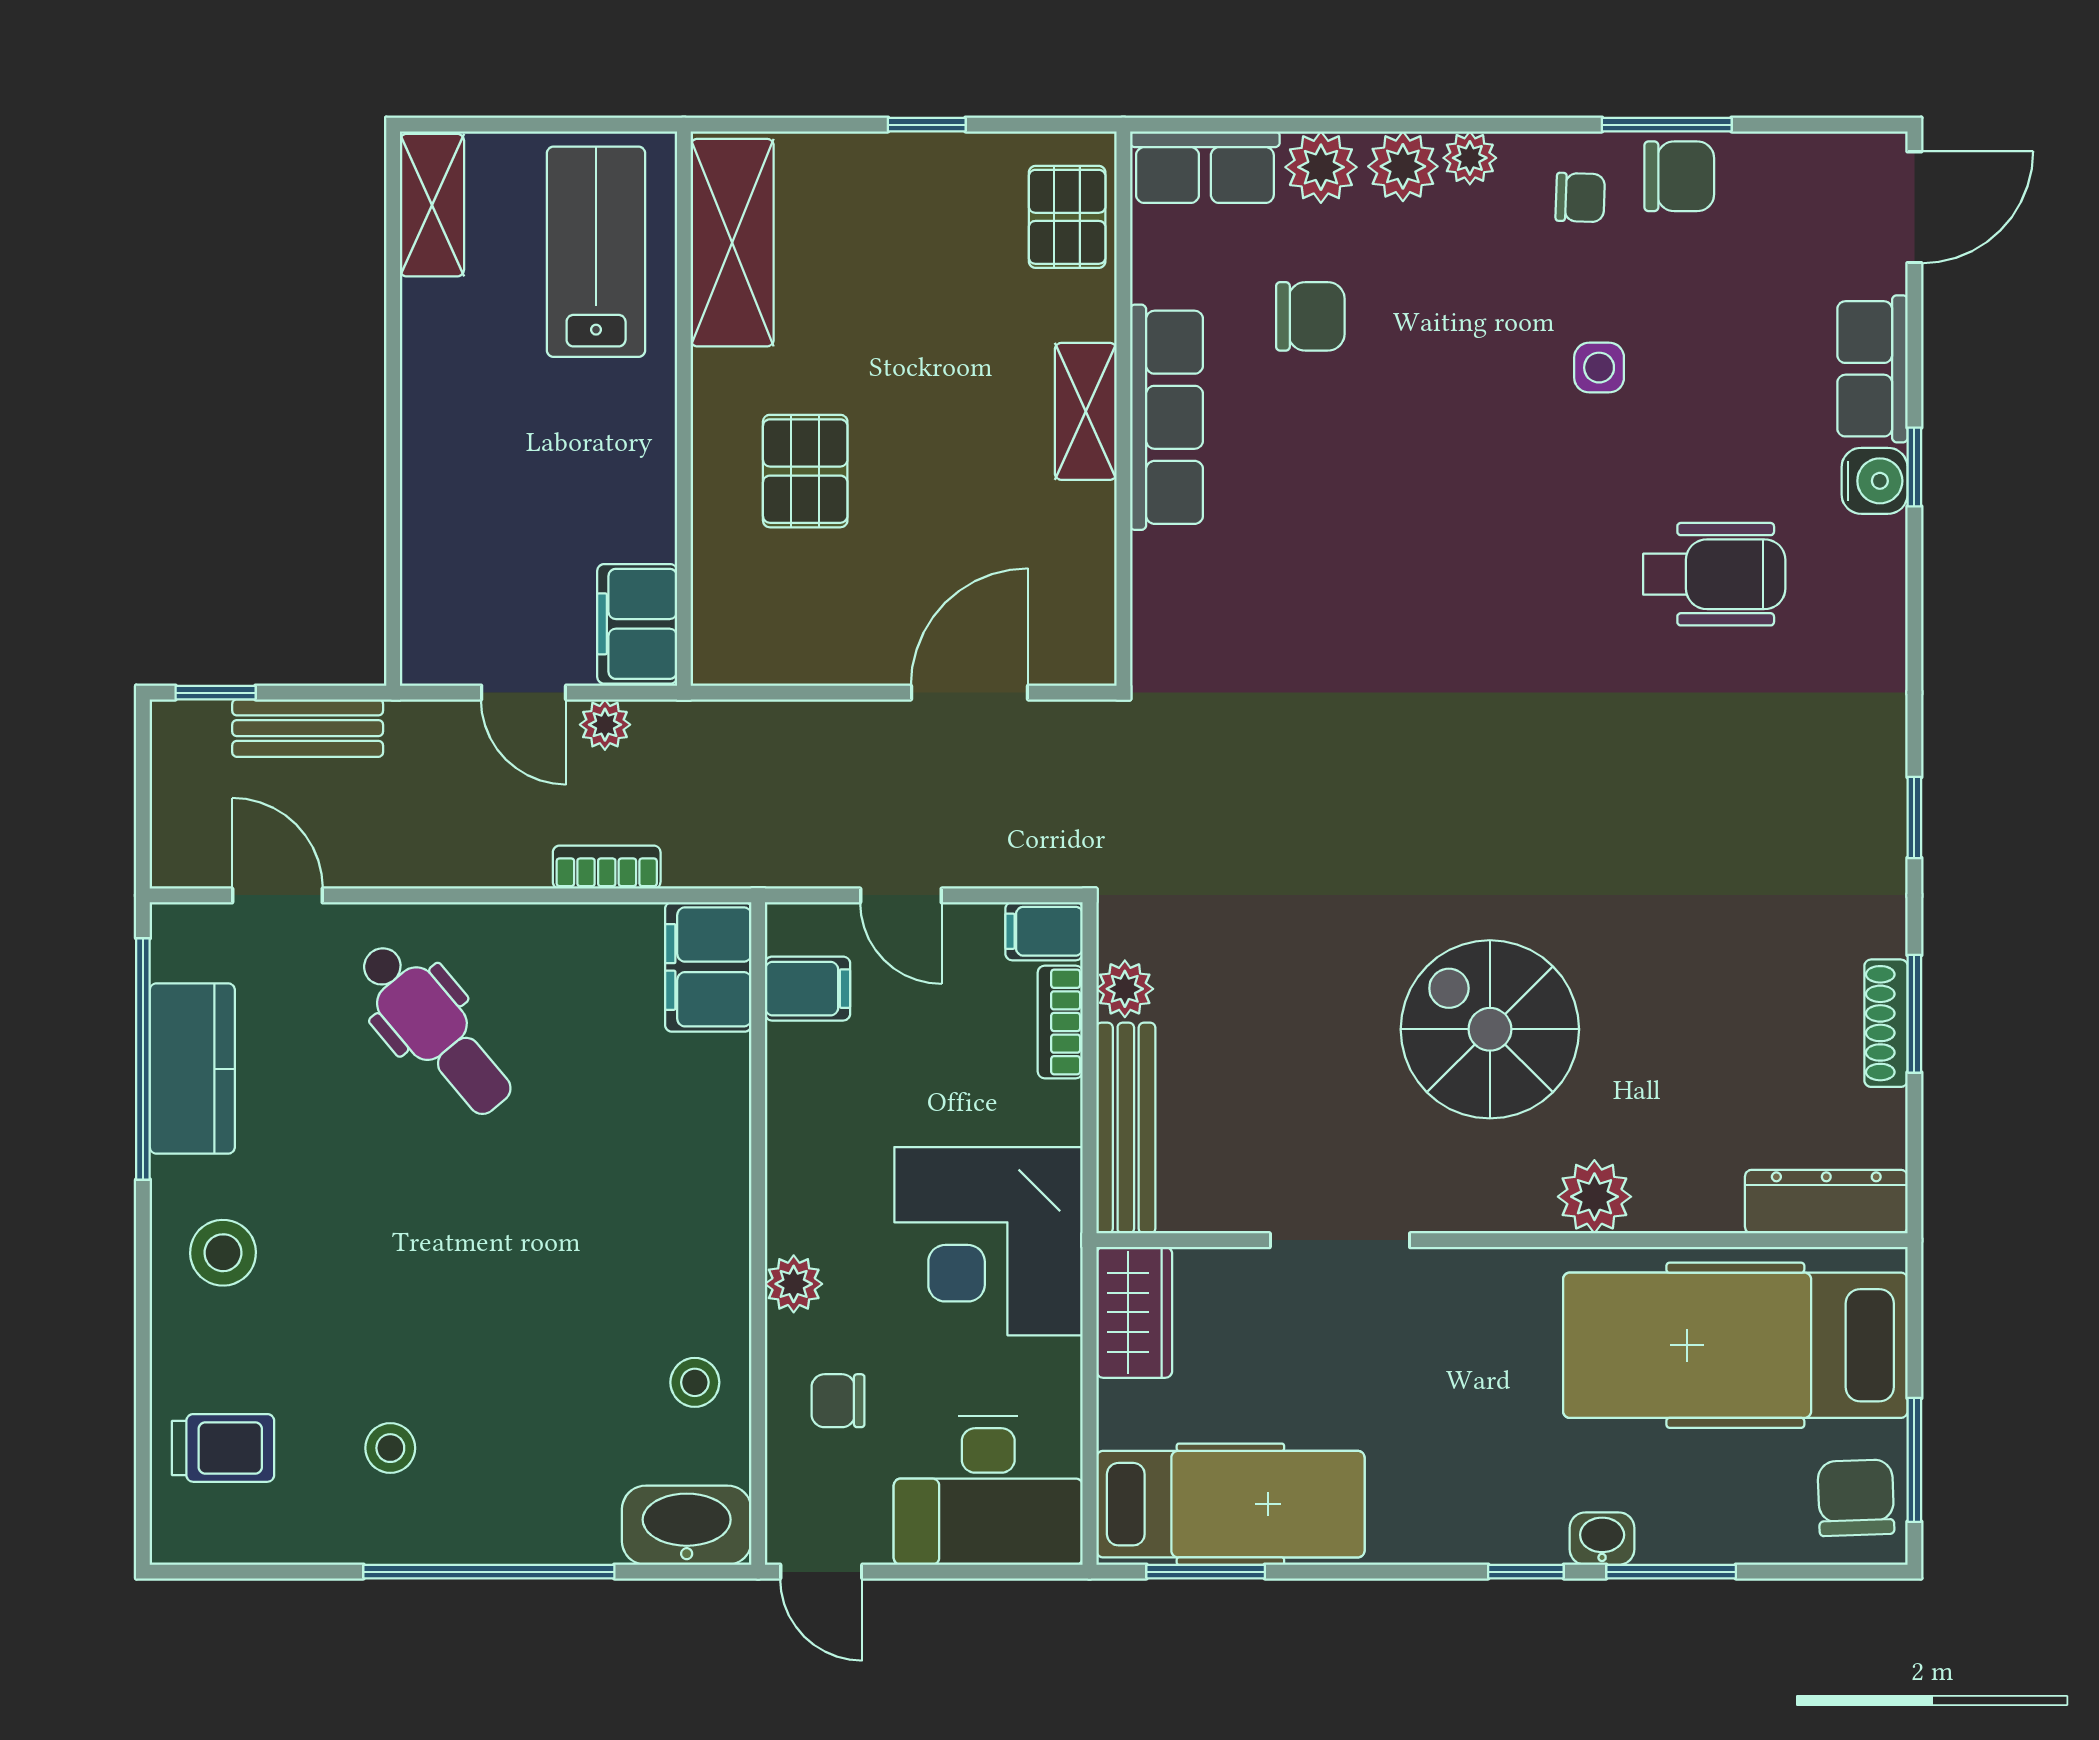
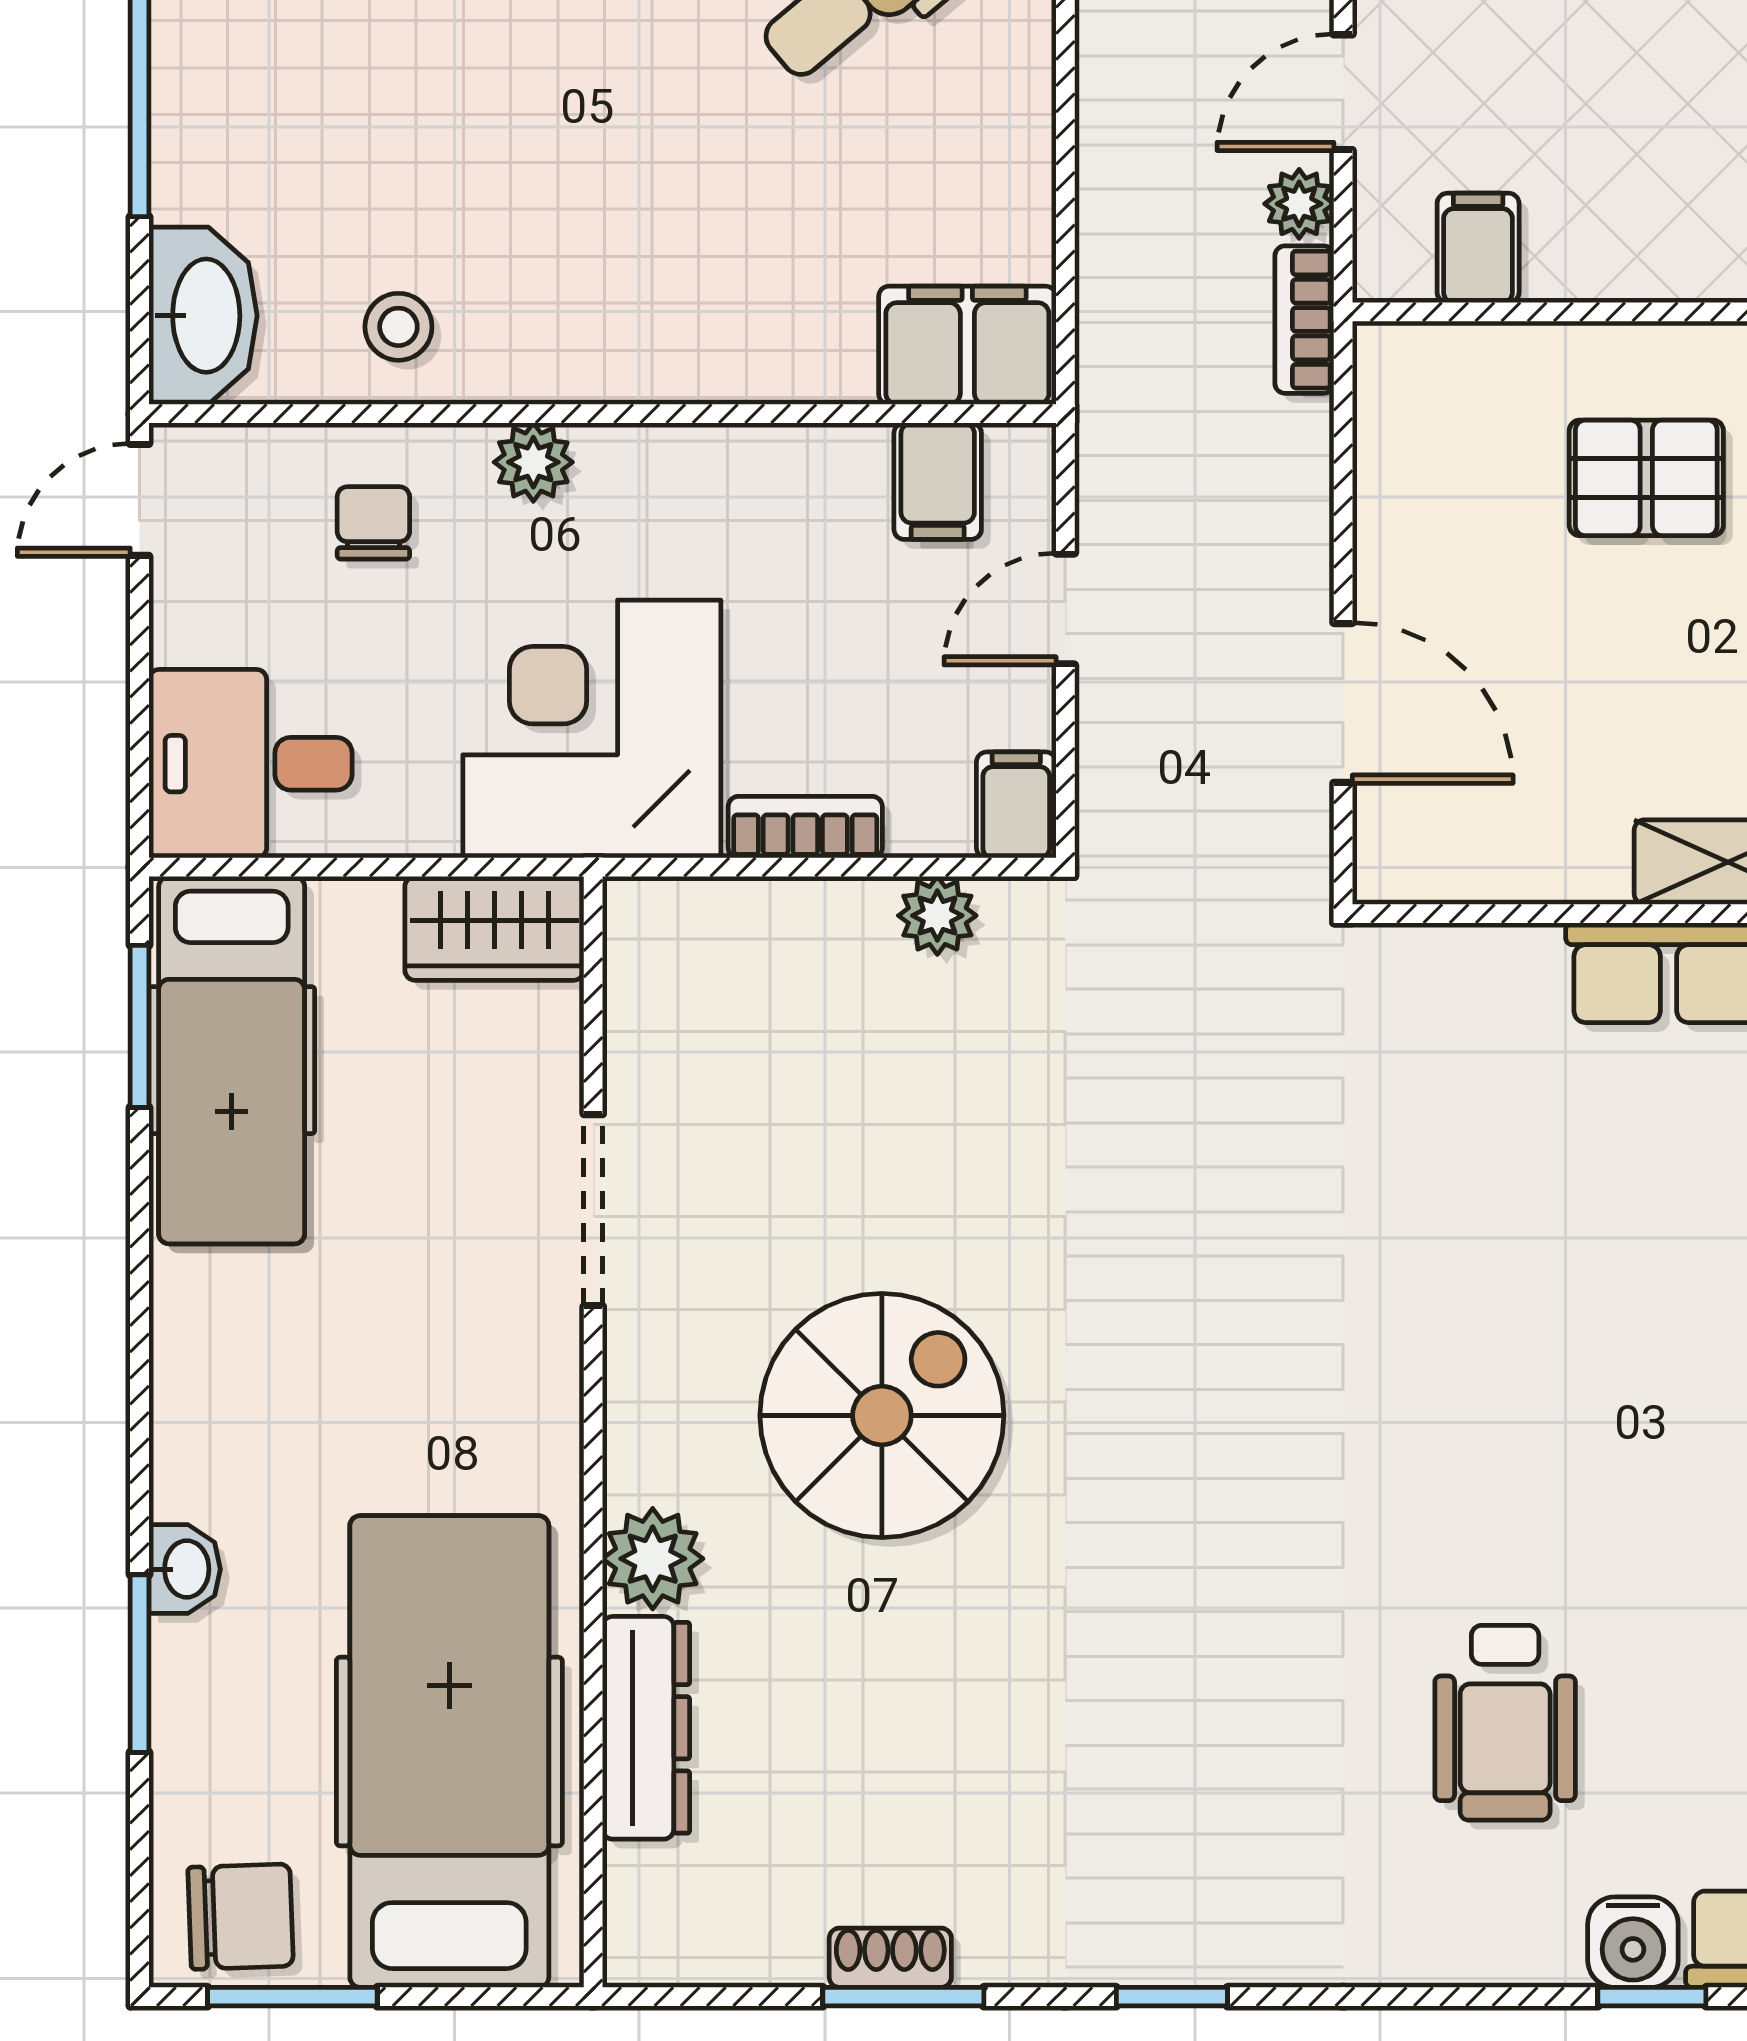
filing cabinet: (637, 624) -> (1478, 248), width x0.50
bookcase: (607, 867) -> (1304, 320), moved, turned 180
bookcase: (1060, 1022) -> (805, 827), moved
shoe rack: (1886, 1023) -> (890, 1958), width x0.70
bench: (1126, 1128) -> (747, 917), removed
dresser: (1826, 1202) -> (646, 1728), moved
desk: (988, 1491) -> (250, 764), width x0.73
window: (1526, 1572) -> (140, 1465), removed

